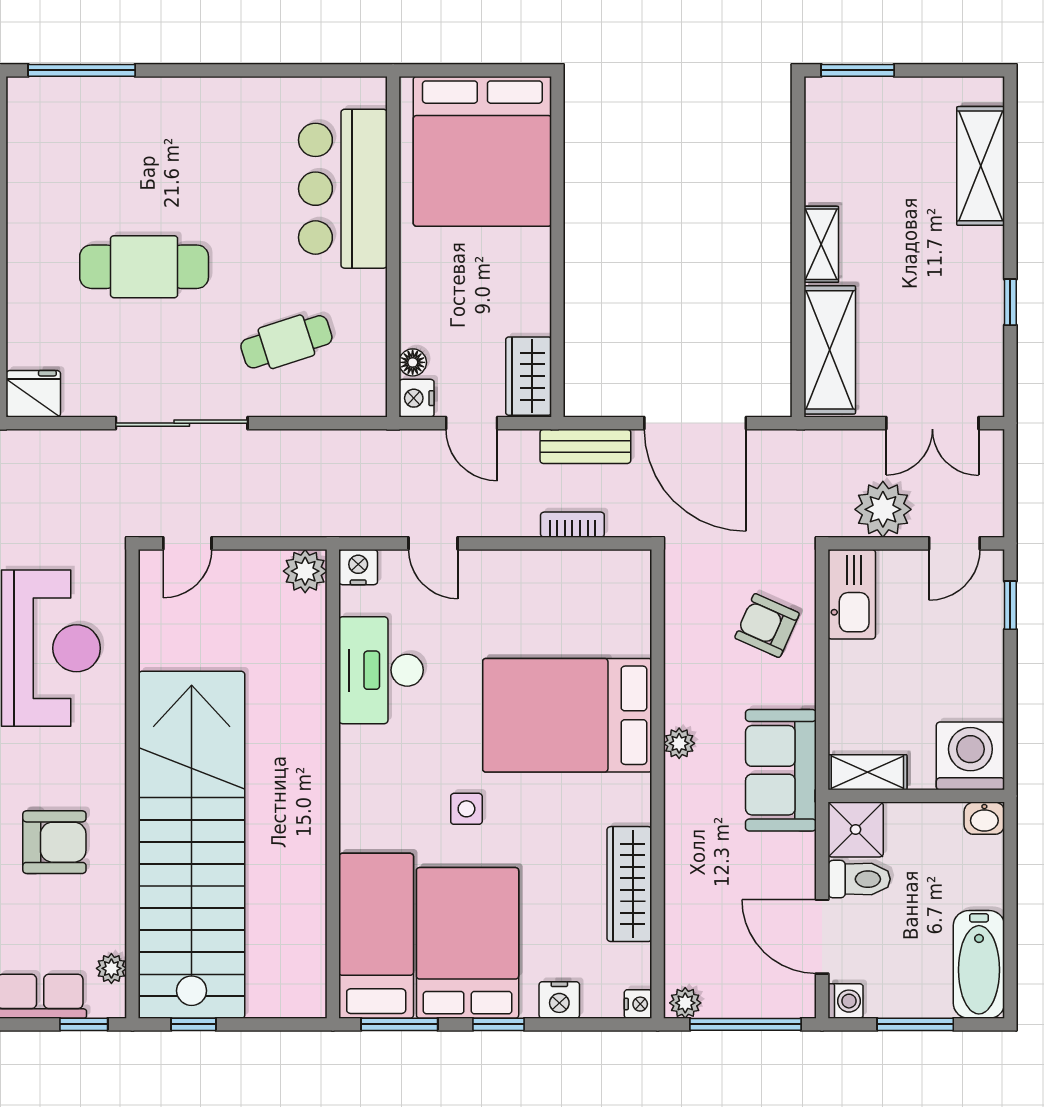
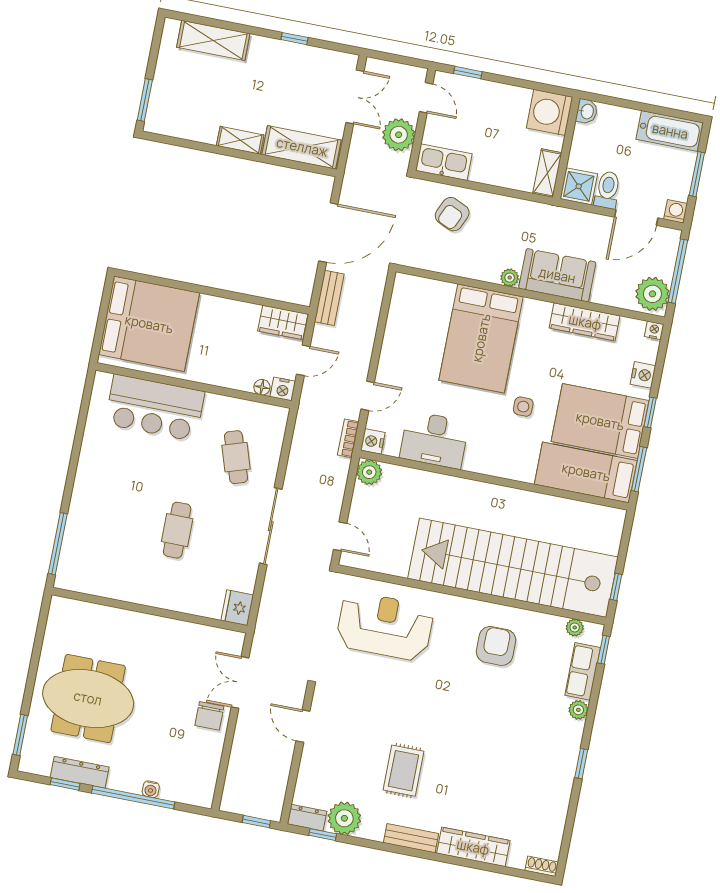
cafe table: (144, 267) -> (177, 530), width x0.73, depth x0.74
bookcase: (572, 525) -> (348, 438), moved
sofa: (781, 770) -> (557, 275), moved, turned 180
plant: (685, 1003) -> (652, 294), width x1.88, depth x1.88

